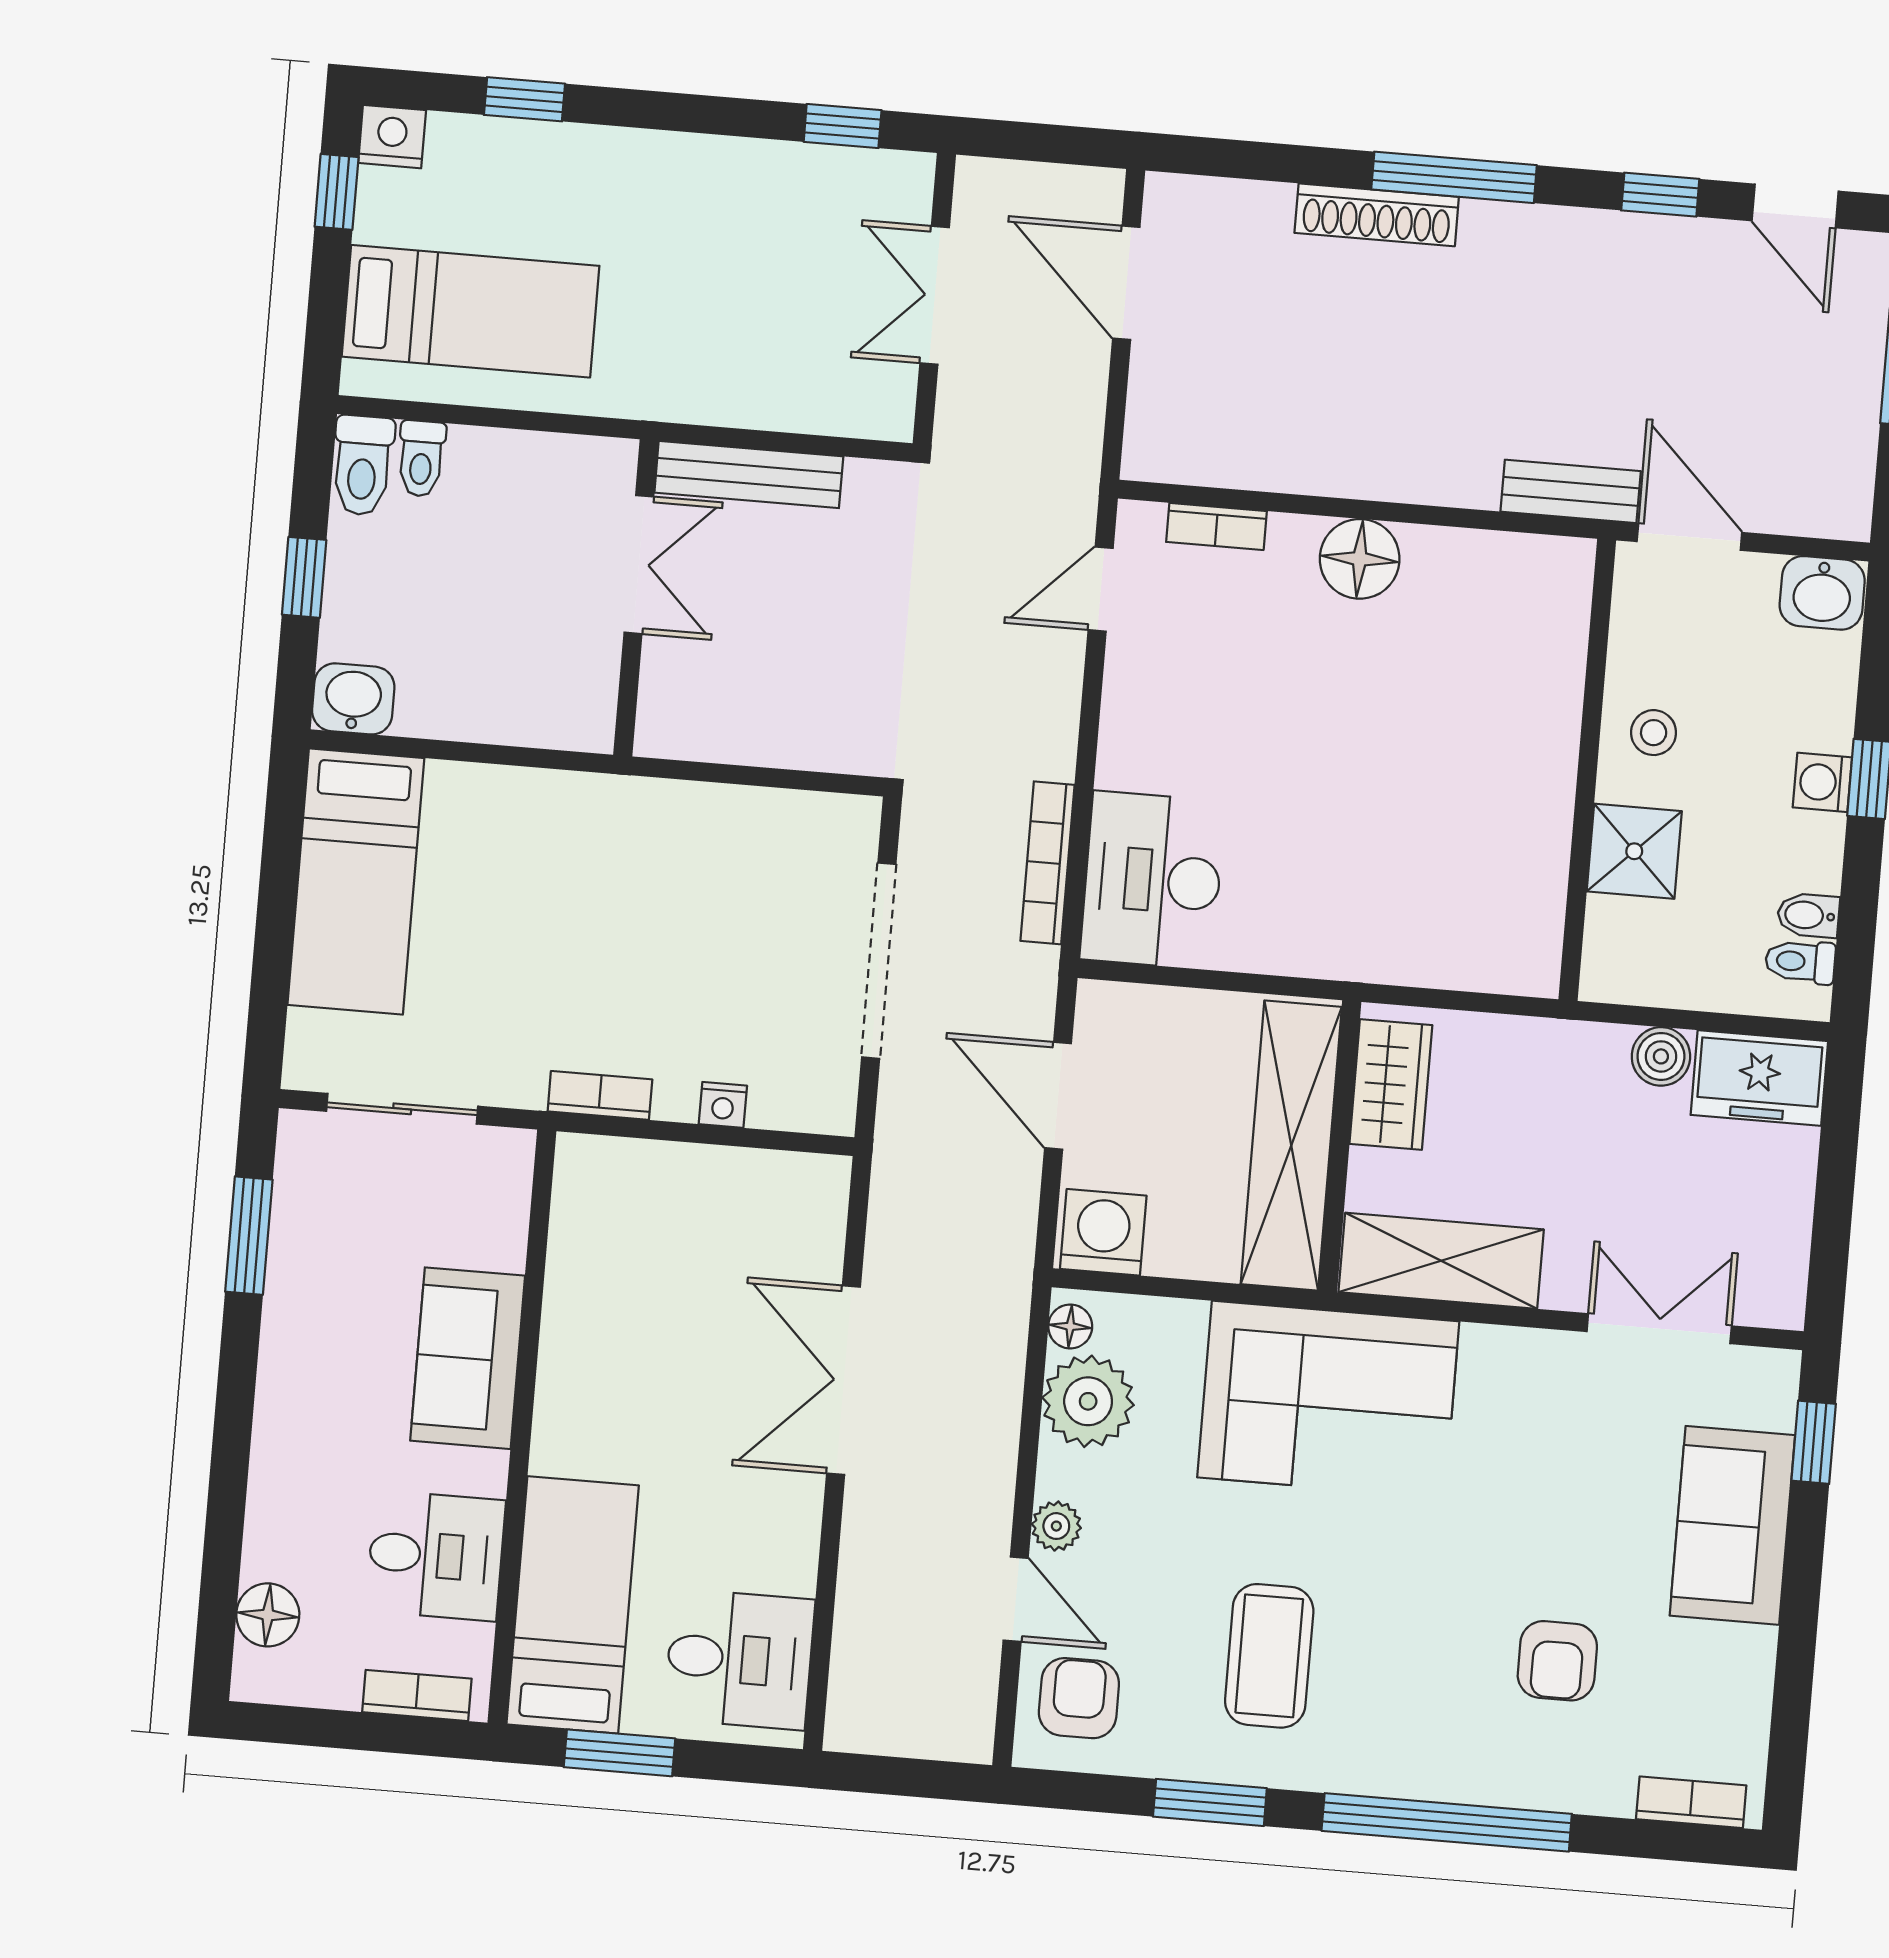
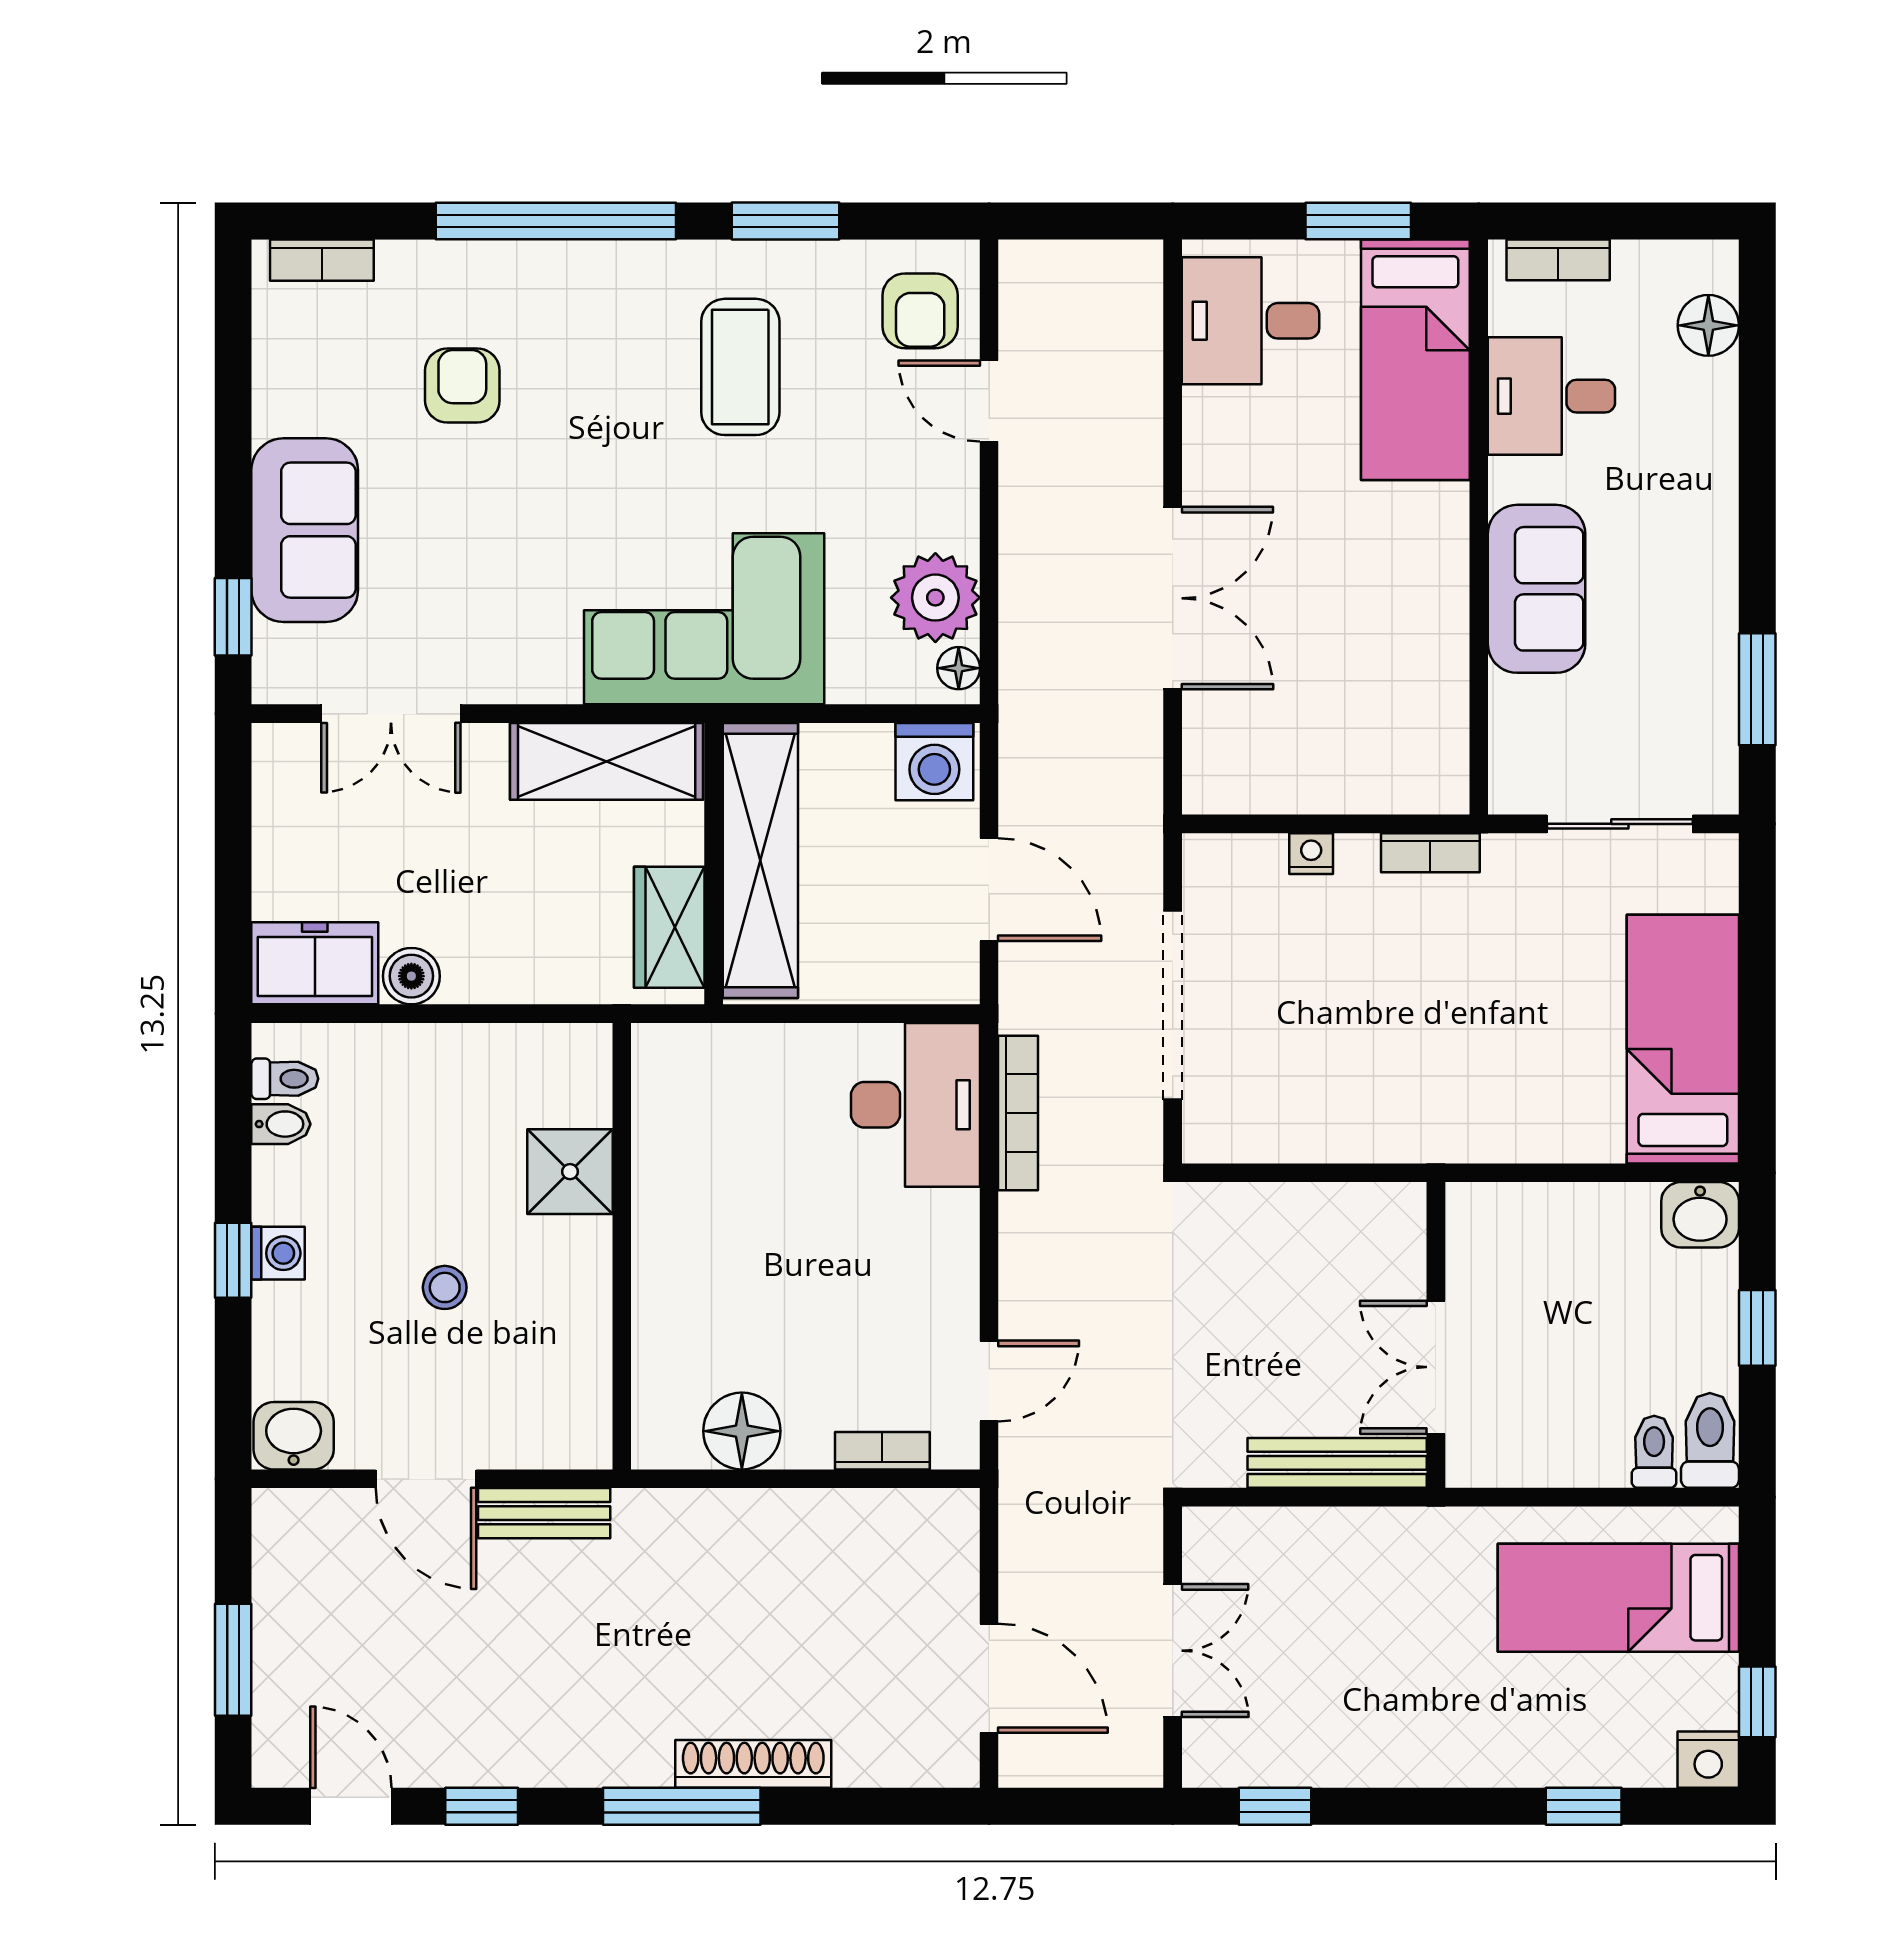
wall: (1587, 770) -> (622, 1246), moved
shower: (1634, 851) -> (570, 1172), moved
plant: (1056, 1526) -> (956, 475), removed

